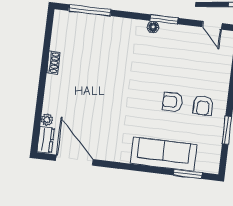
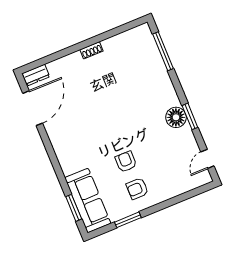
floor lamp: (153, 27) -> (176, 117), width x1.89, depth x1.89
shoe rack: (53, 63) -> (92, 50), moved
plant: (47, 120) -> (53, 67), removed
sofa: (164, 154) -> (88, 201), moved

